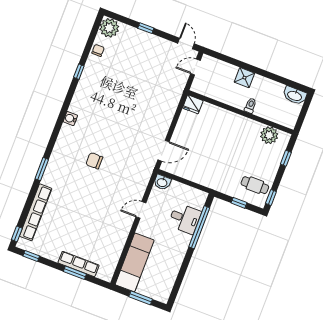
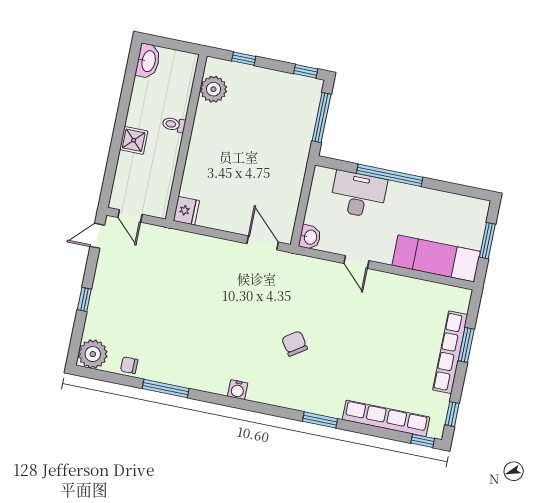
window: (79, 72) -> (166, 389), width x2.17
chair: (94, 161) -> (295, 344), turned 146
cafe table: (255, 185) -> (291, 98), removed
window: (239, 203) -> (322, 118), width x2.17
desk: (185, 219) -> (358, 195), width x1.37
window: (199, 227) -> (390, 175), moved
row of seats: (79, 264) -> (450, 352), width x1.36

